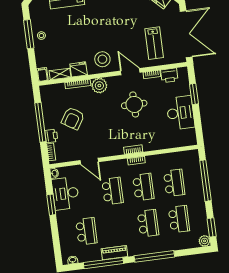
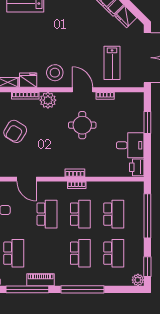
printer: (169, 75) -> (137, 167), moved, turned 90
desk: (180, 113) -> (130, 145), width x0.73

